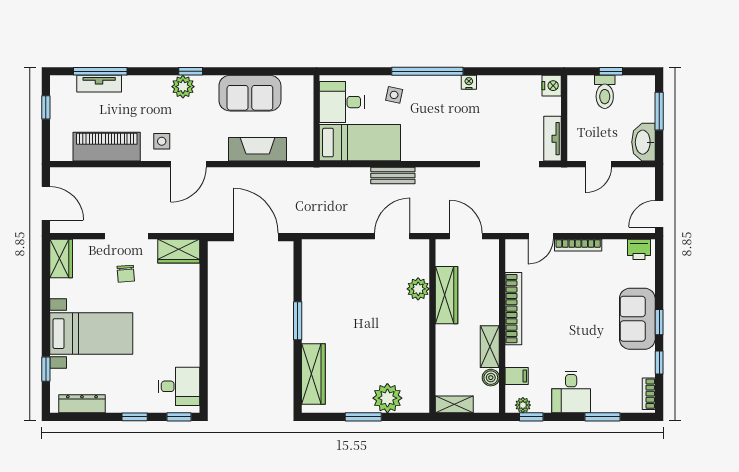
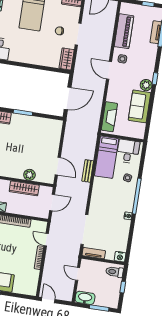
plant: (183, 87) -> (146, 85), moved
toilet: (605, 92) -> (115, 272), moved
fireplace: (258, 149) -> (109, 117), moved
printer: (639, 249) -> (32, 287), removed

